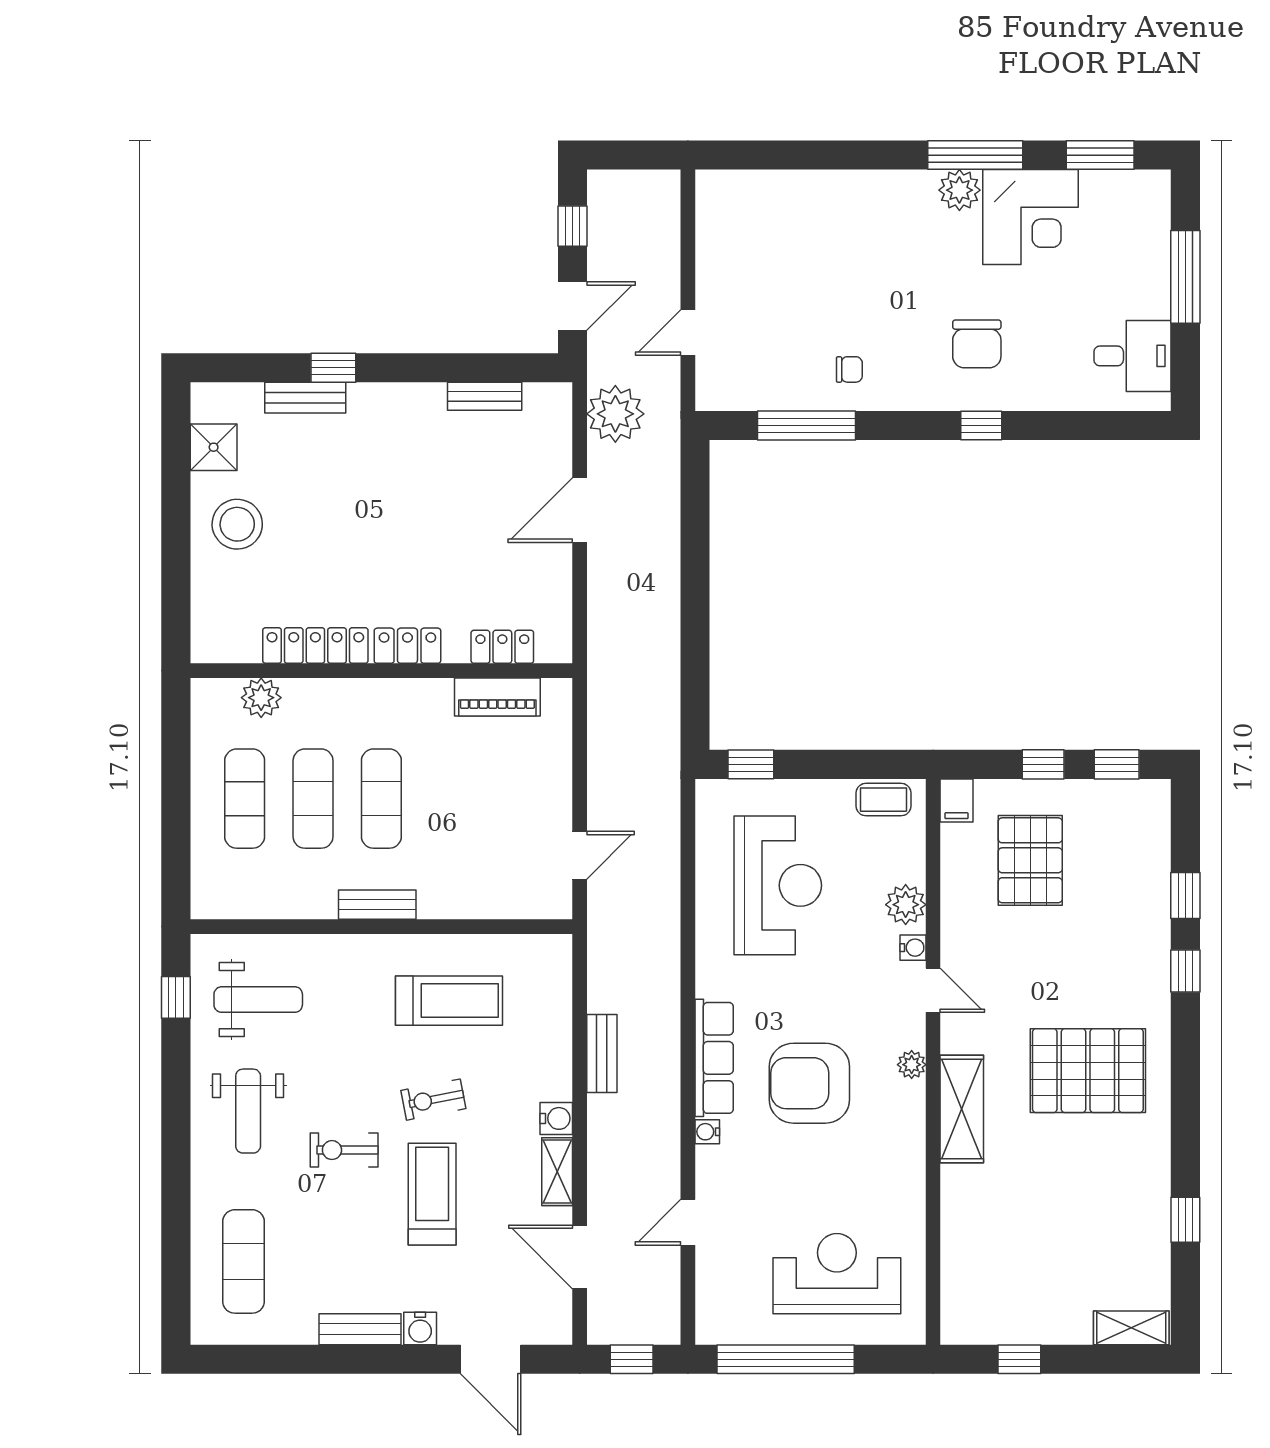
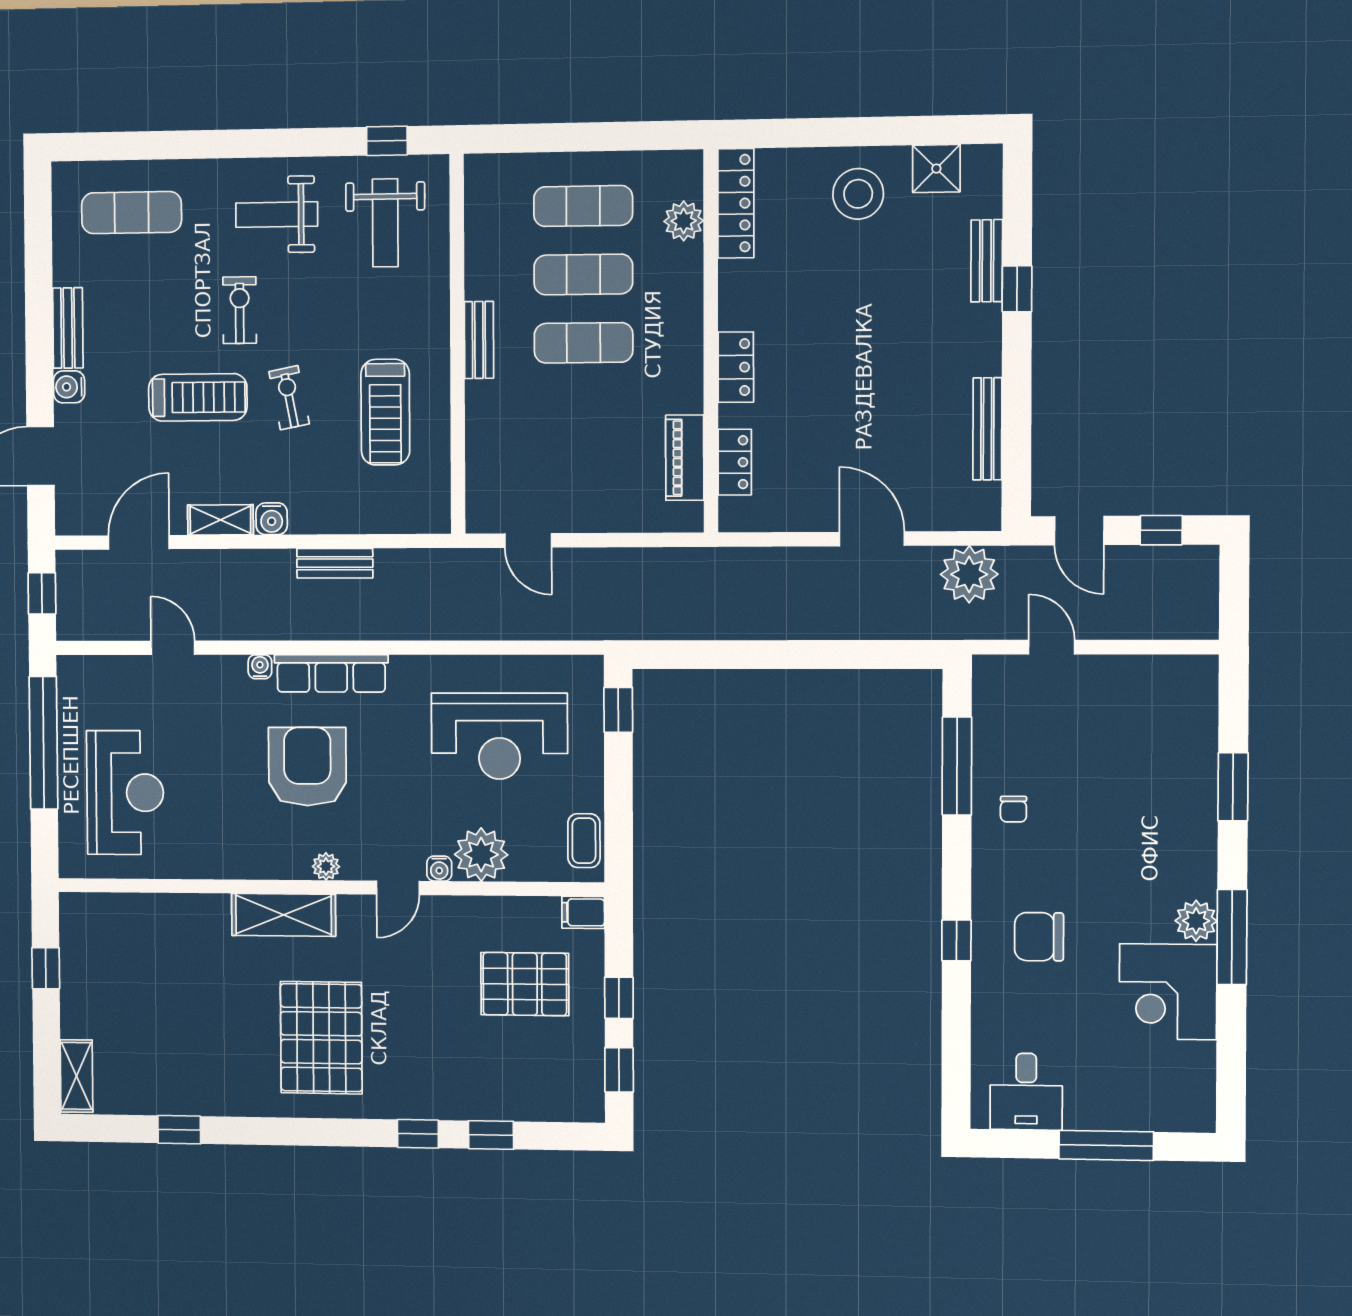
window: (1100, 155) -> (1233, 787), moved
bench: (485, 396) -> (987, 429), width x1.36
locker: (315, 645) -> (736, 203), moved
plant: (906, 905) -> (481, 855), width x1.36, depth x1.36

